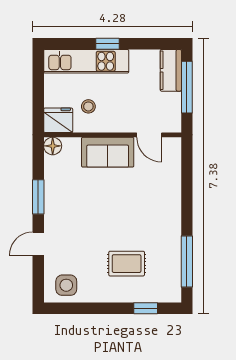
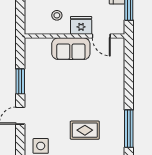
fridge: (58, 120) -> (81, 25), moved
floor lamp: (53, 146) -> (31, 44), removed

